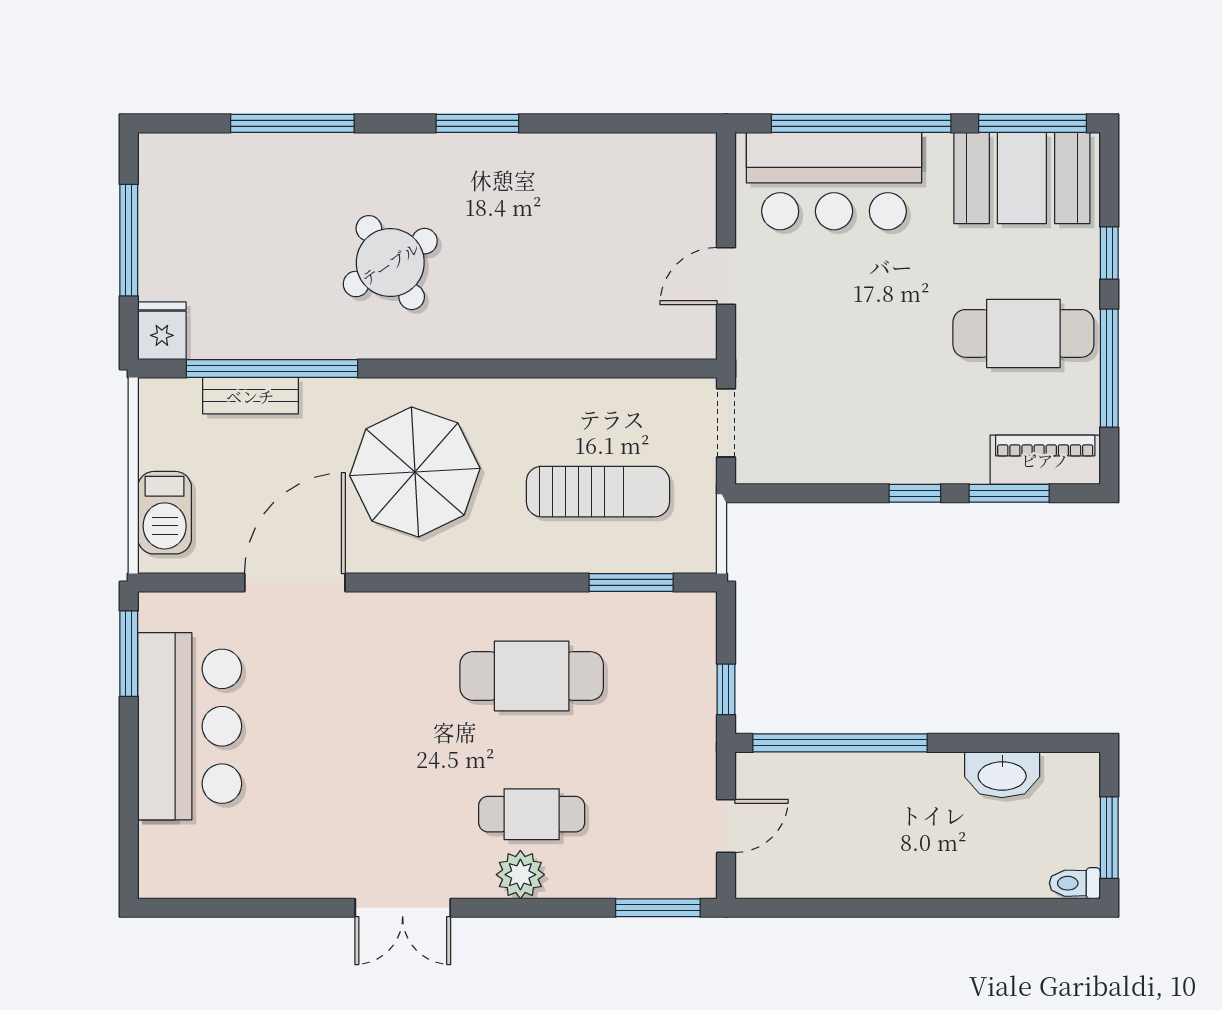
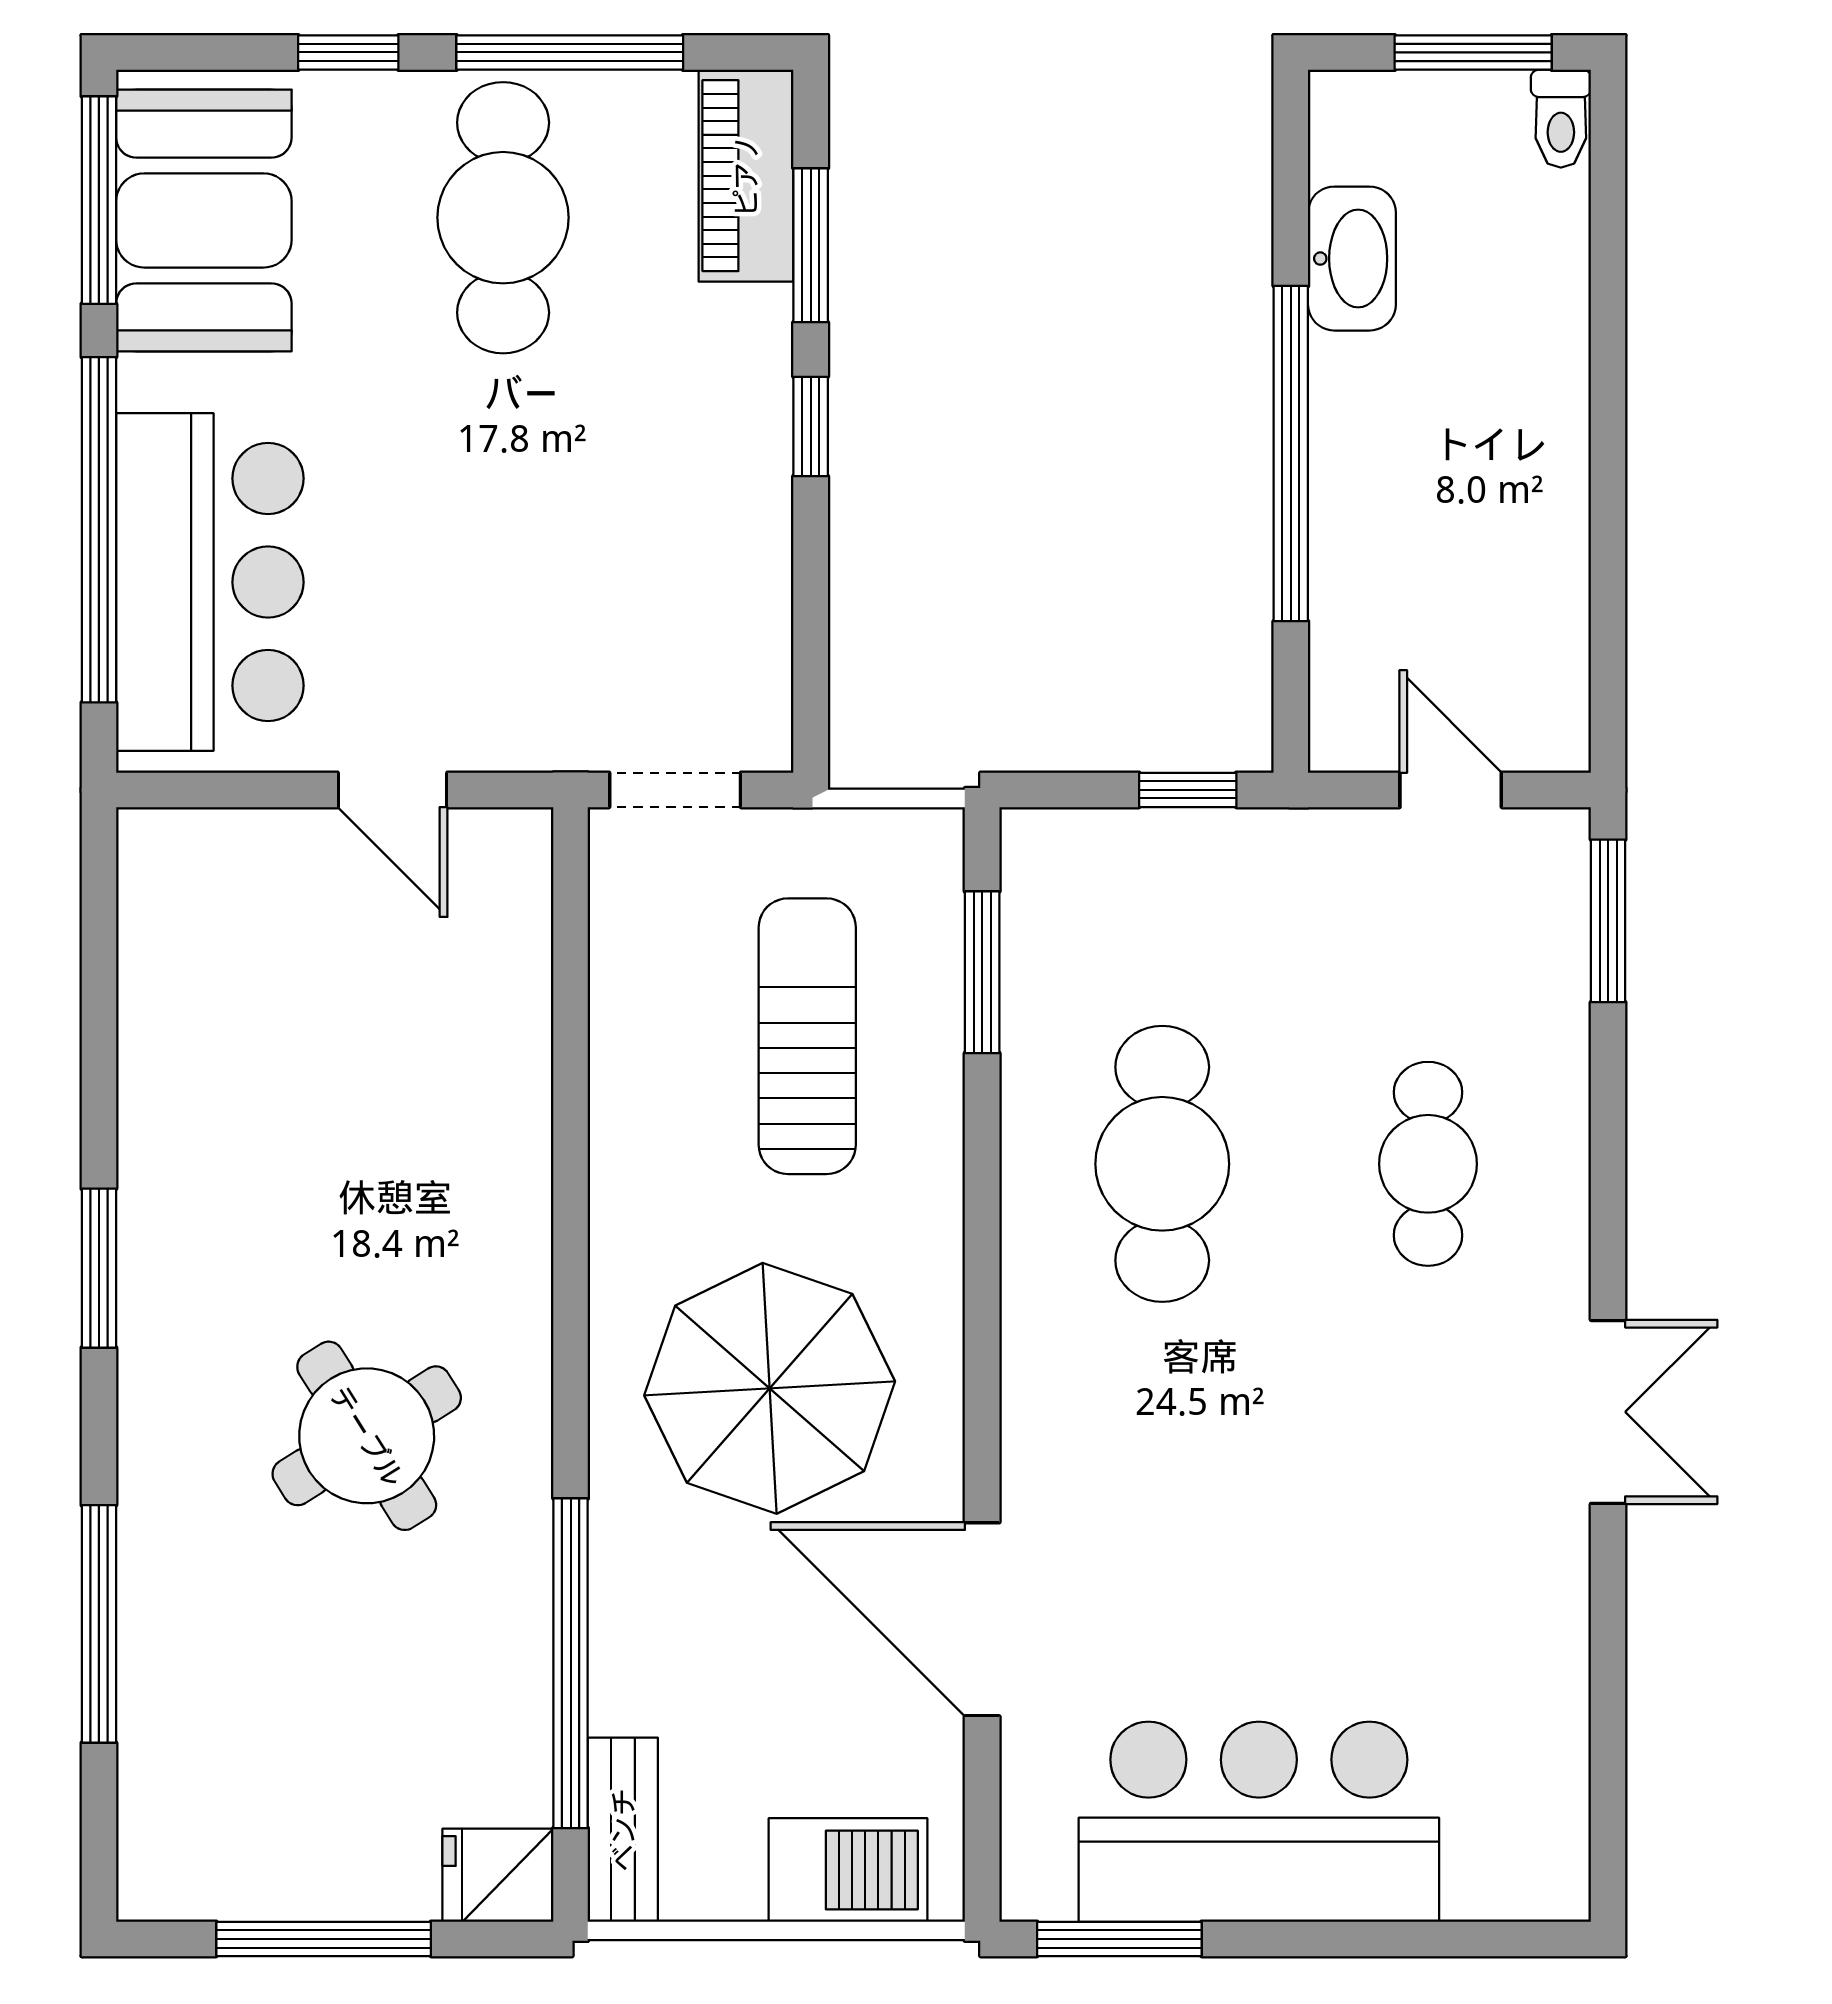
bench: (250, 396) -> (623, 1830), moved
window: (840, 743) -> (1291, 454), moved
plant: (520, 875) -> (1544, 1186), removed

